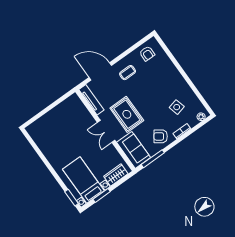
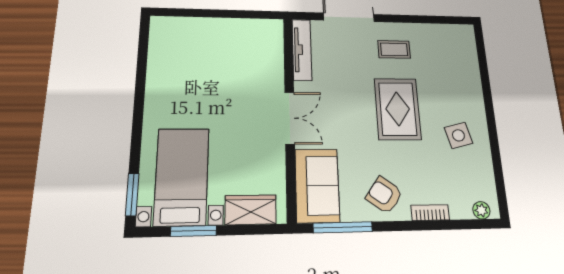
armchair: (147, 53) -> (446, 43), removed
side table: (177, 107) -> (458, 135), moved
rug: (127, 114) -> (398, 109), moved
double door: (106, 131) -> (290, 118), swing flipped

